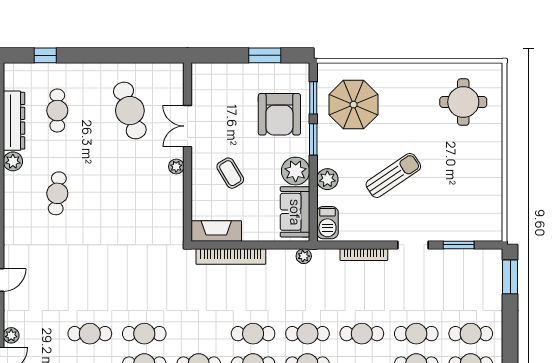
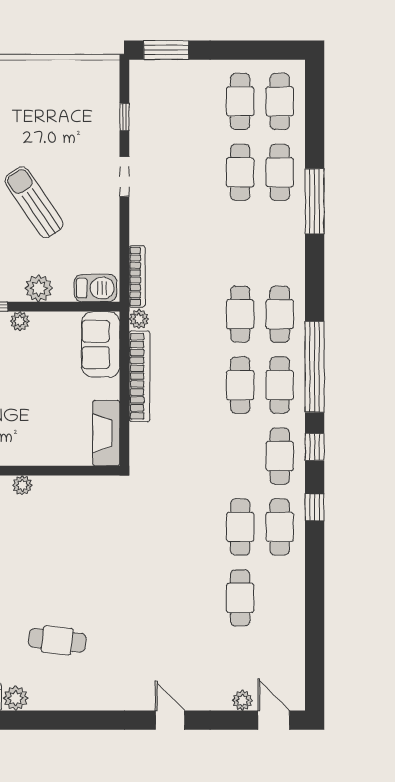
plant: (296, 171) -> (20, 321), width x0.53, depth x0.53
coffee table: (230, 173) -> (31, 415), removed
sofa: (295, 212) -> (101, 344), moved, turned 90
window: (459, 245) -> (124, 117), width x0.67
bookcase: (364, 255) -> (137, 276), moved
bookcase: (231, 256) -> (140, 376), moved
cafe table: (362, 334) -> (240, 243), removed

